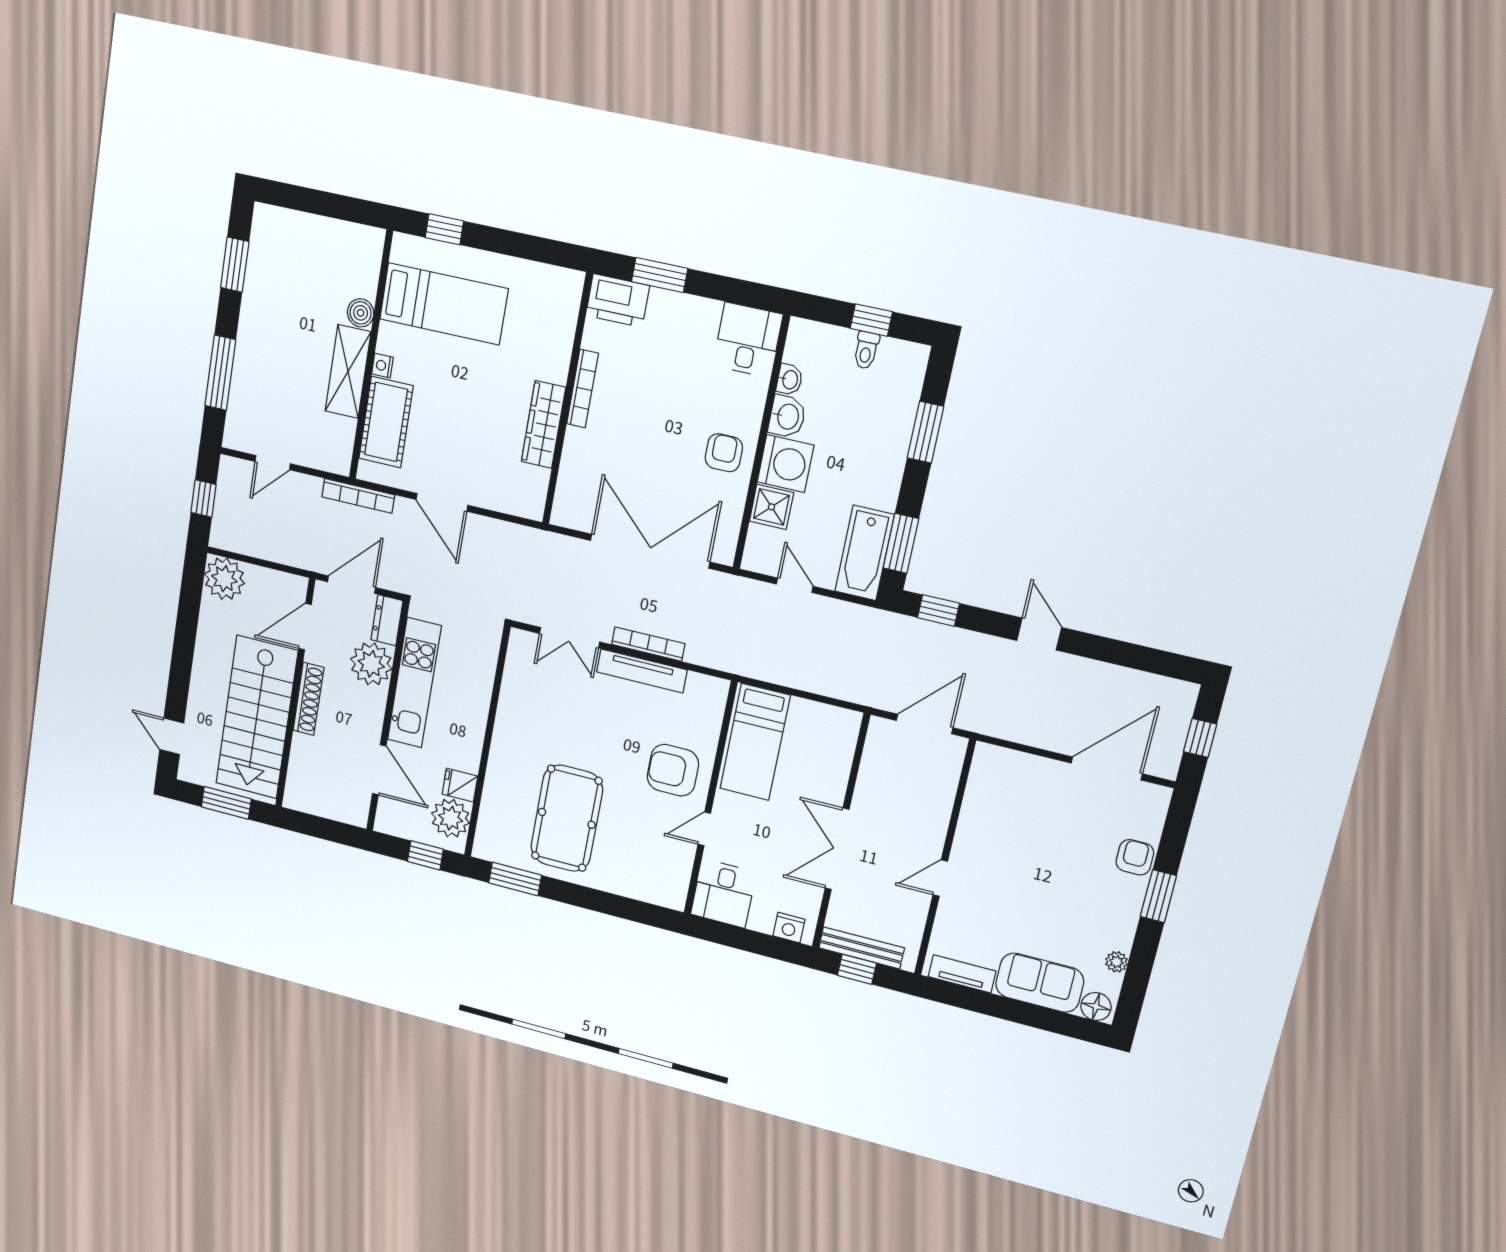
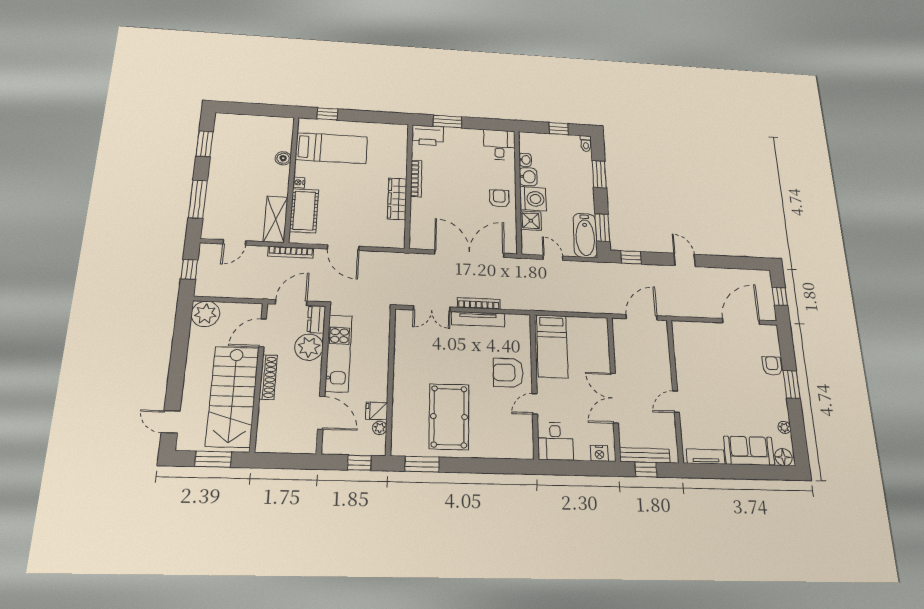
toilet: (866, 350) -> (586, 143), moved
shelving: (348, 372) -> (276, 219), moved
plant: (451, 818) -> (380, 428), width x0.53, depth x0.53

